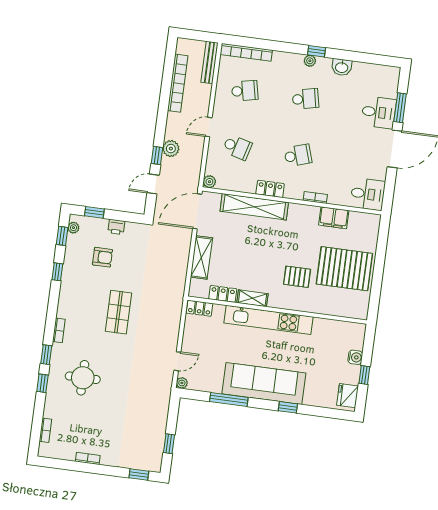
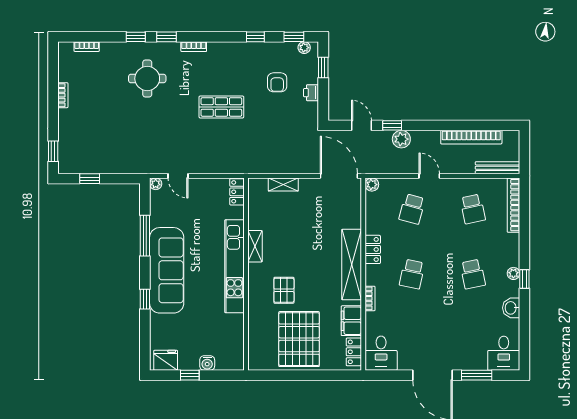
desk: (379, 112) -> (504, 353), moved
school desk: (298, 155) -> (412, 274), turned 30
shelving: (254, 207) -> (352, 265), moved
shelving: (201, 257) -> (283, 184), width x0.67, depth x0.75
locker: (223, 294) -> (354, 352), moved, turned 180

